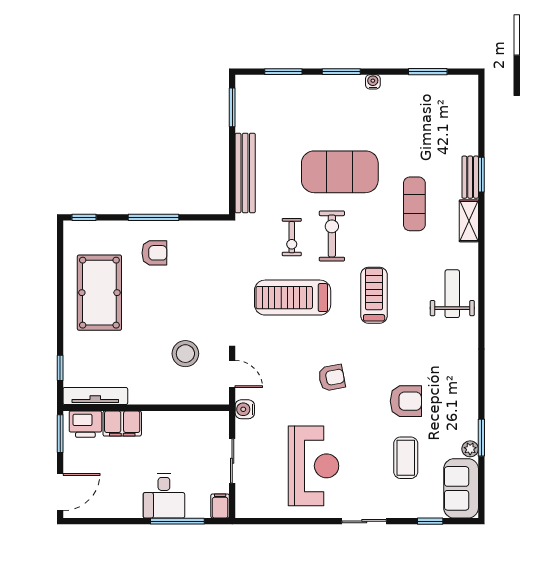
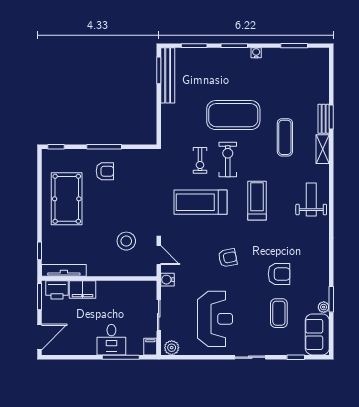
bench: (245, 173) -> (168, 75), moved
plant: (251, 507) -> (172, 348), added

